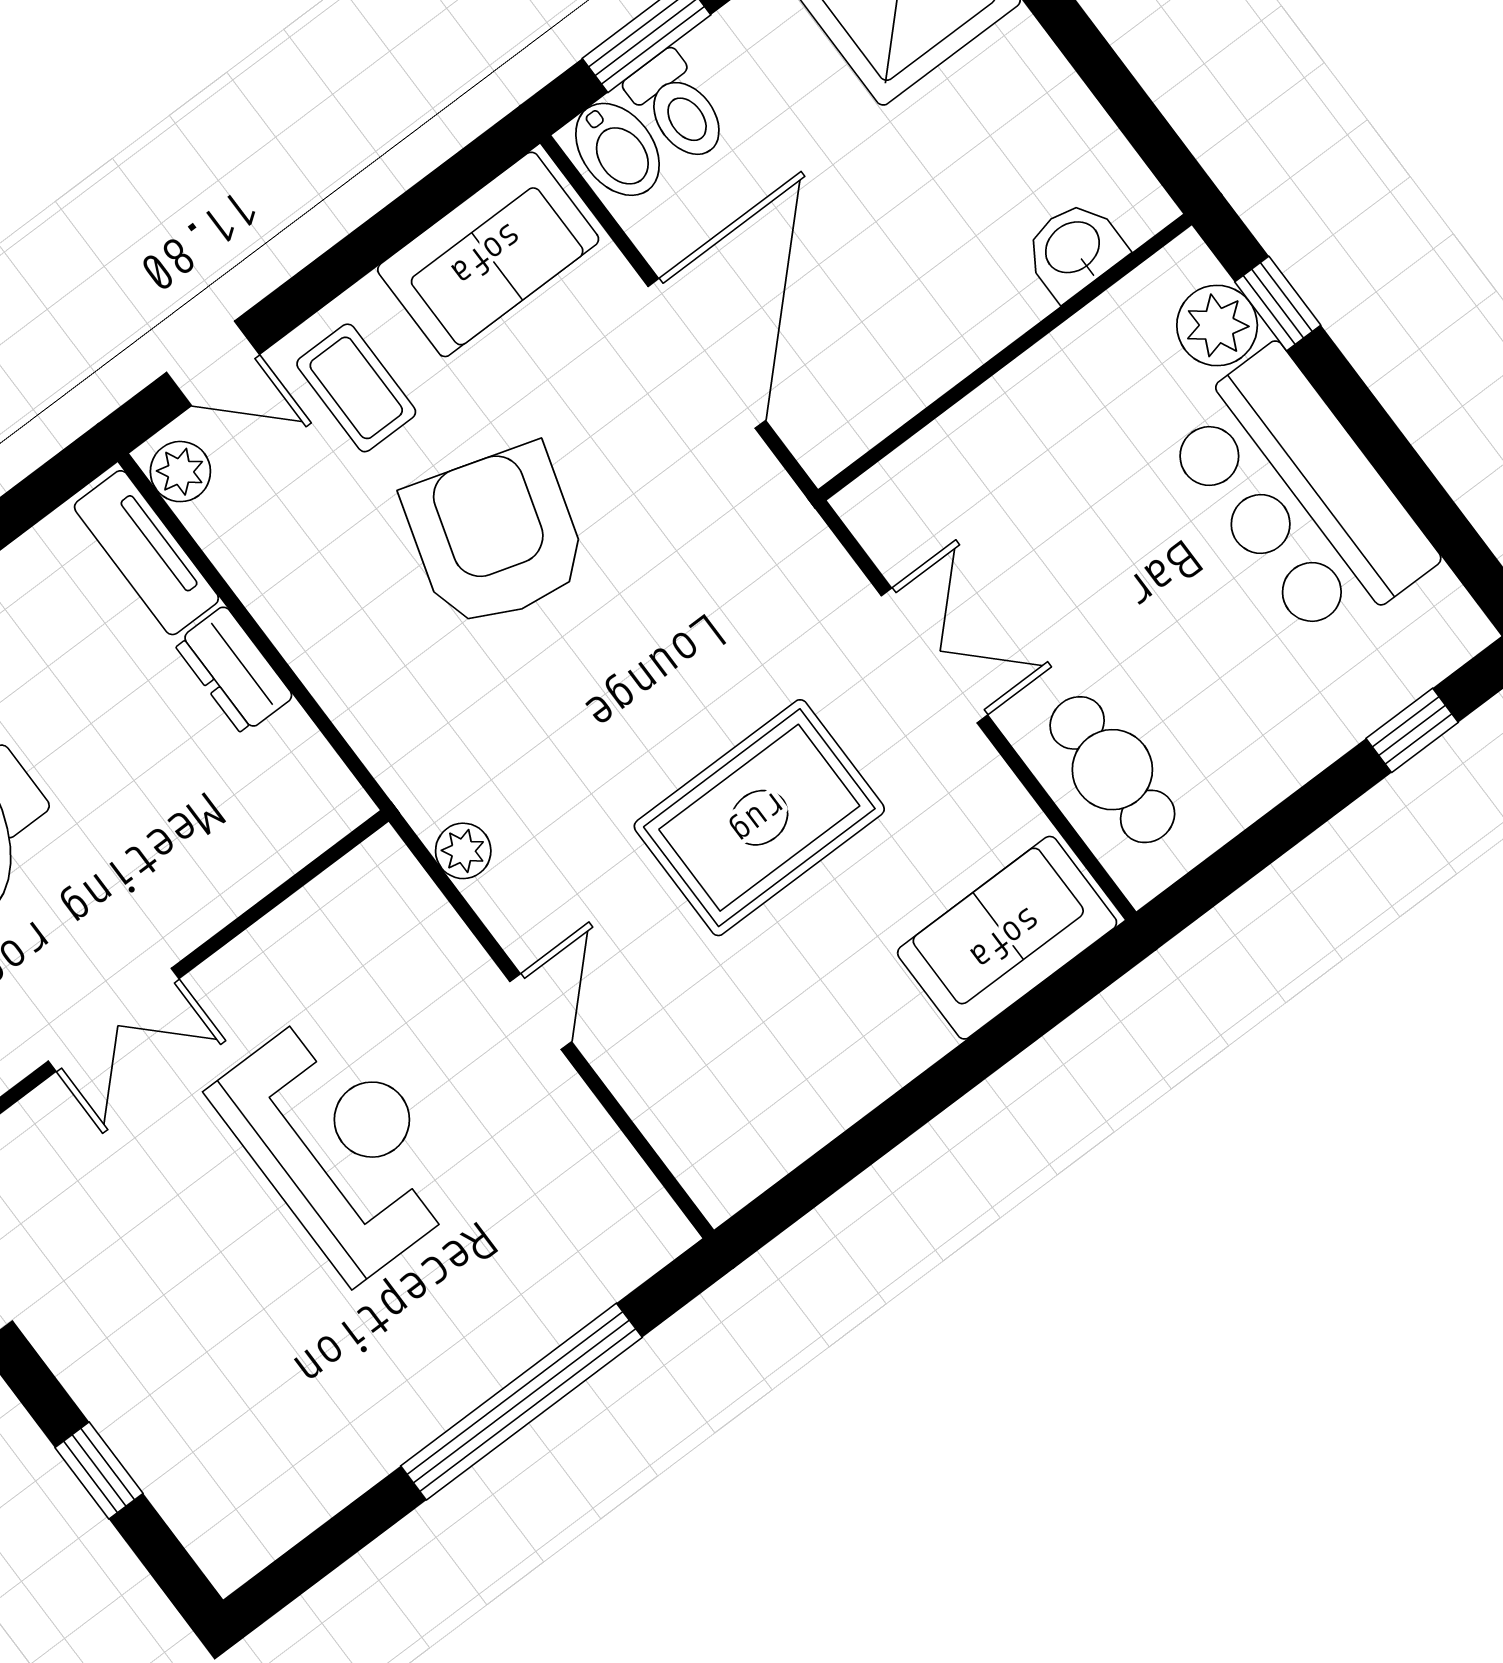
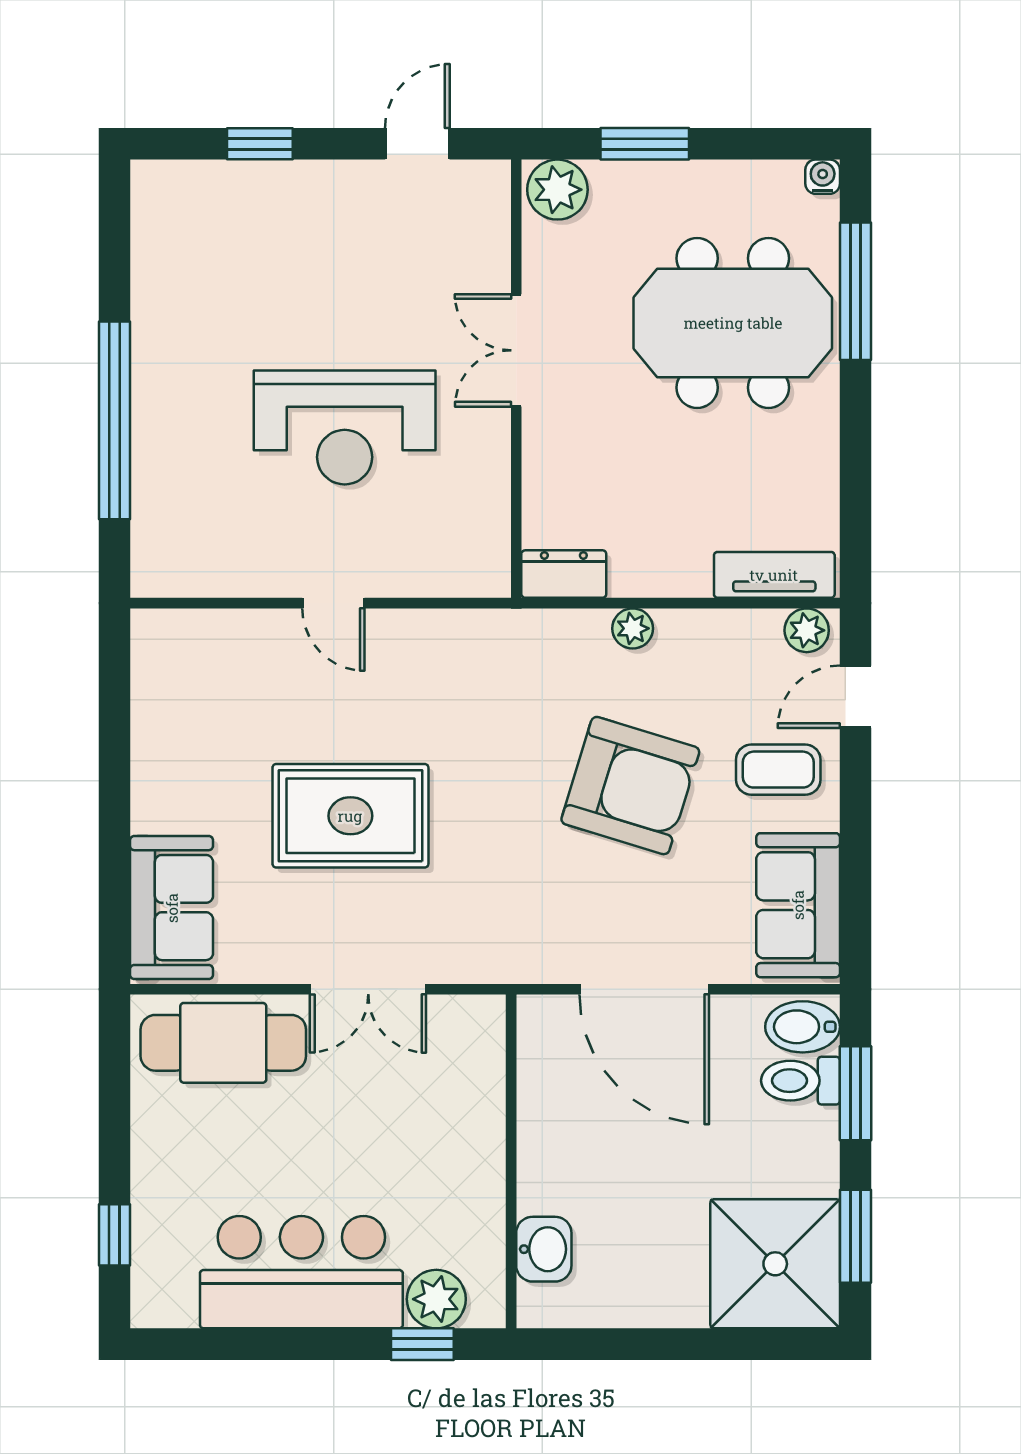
dresser: (234, 670) -> (564, 574), moved
cafe table: (1112, 770) -> (223, 1043), width x1.37, depth x1.35
rug: (759, 818) -> (350, 816), turned 90
plant: (463, 851) -> (633, 628), moved

